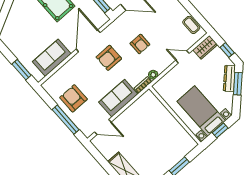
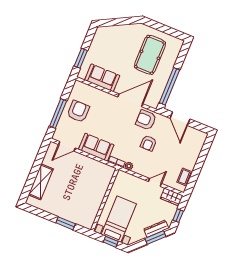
door: (183, 57) -> (155, 182), hinge flipped
armchair: (109, 58) -> (146, 120), moved
door: (103, 127) -> (67, 146), hinge flipped

